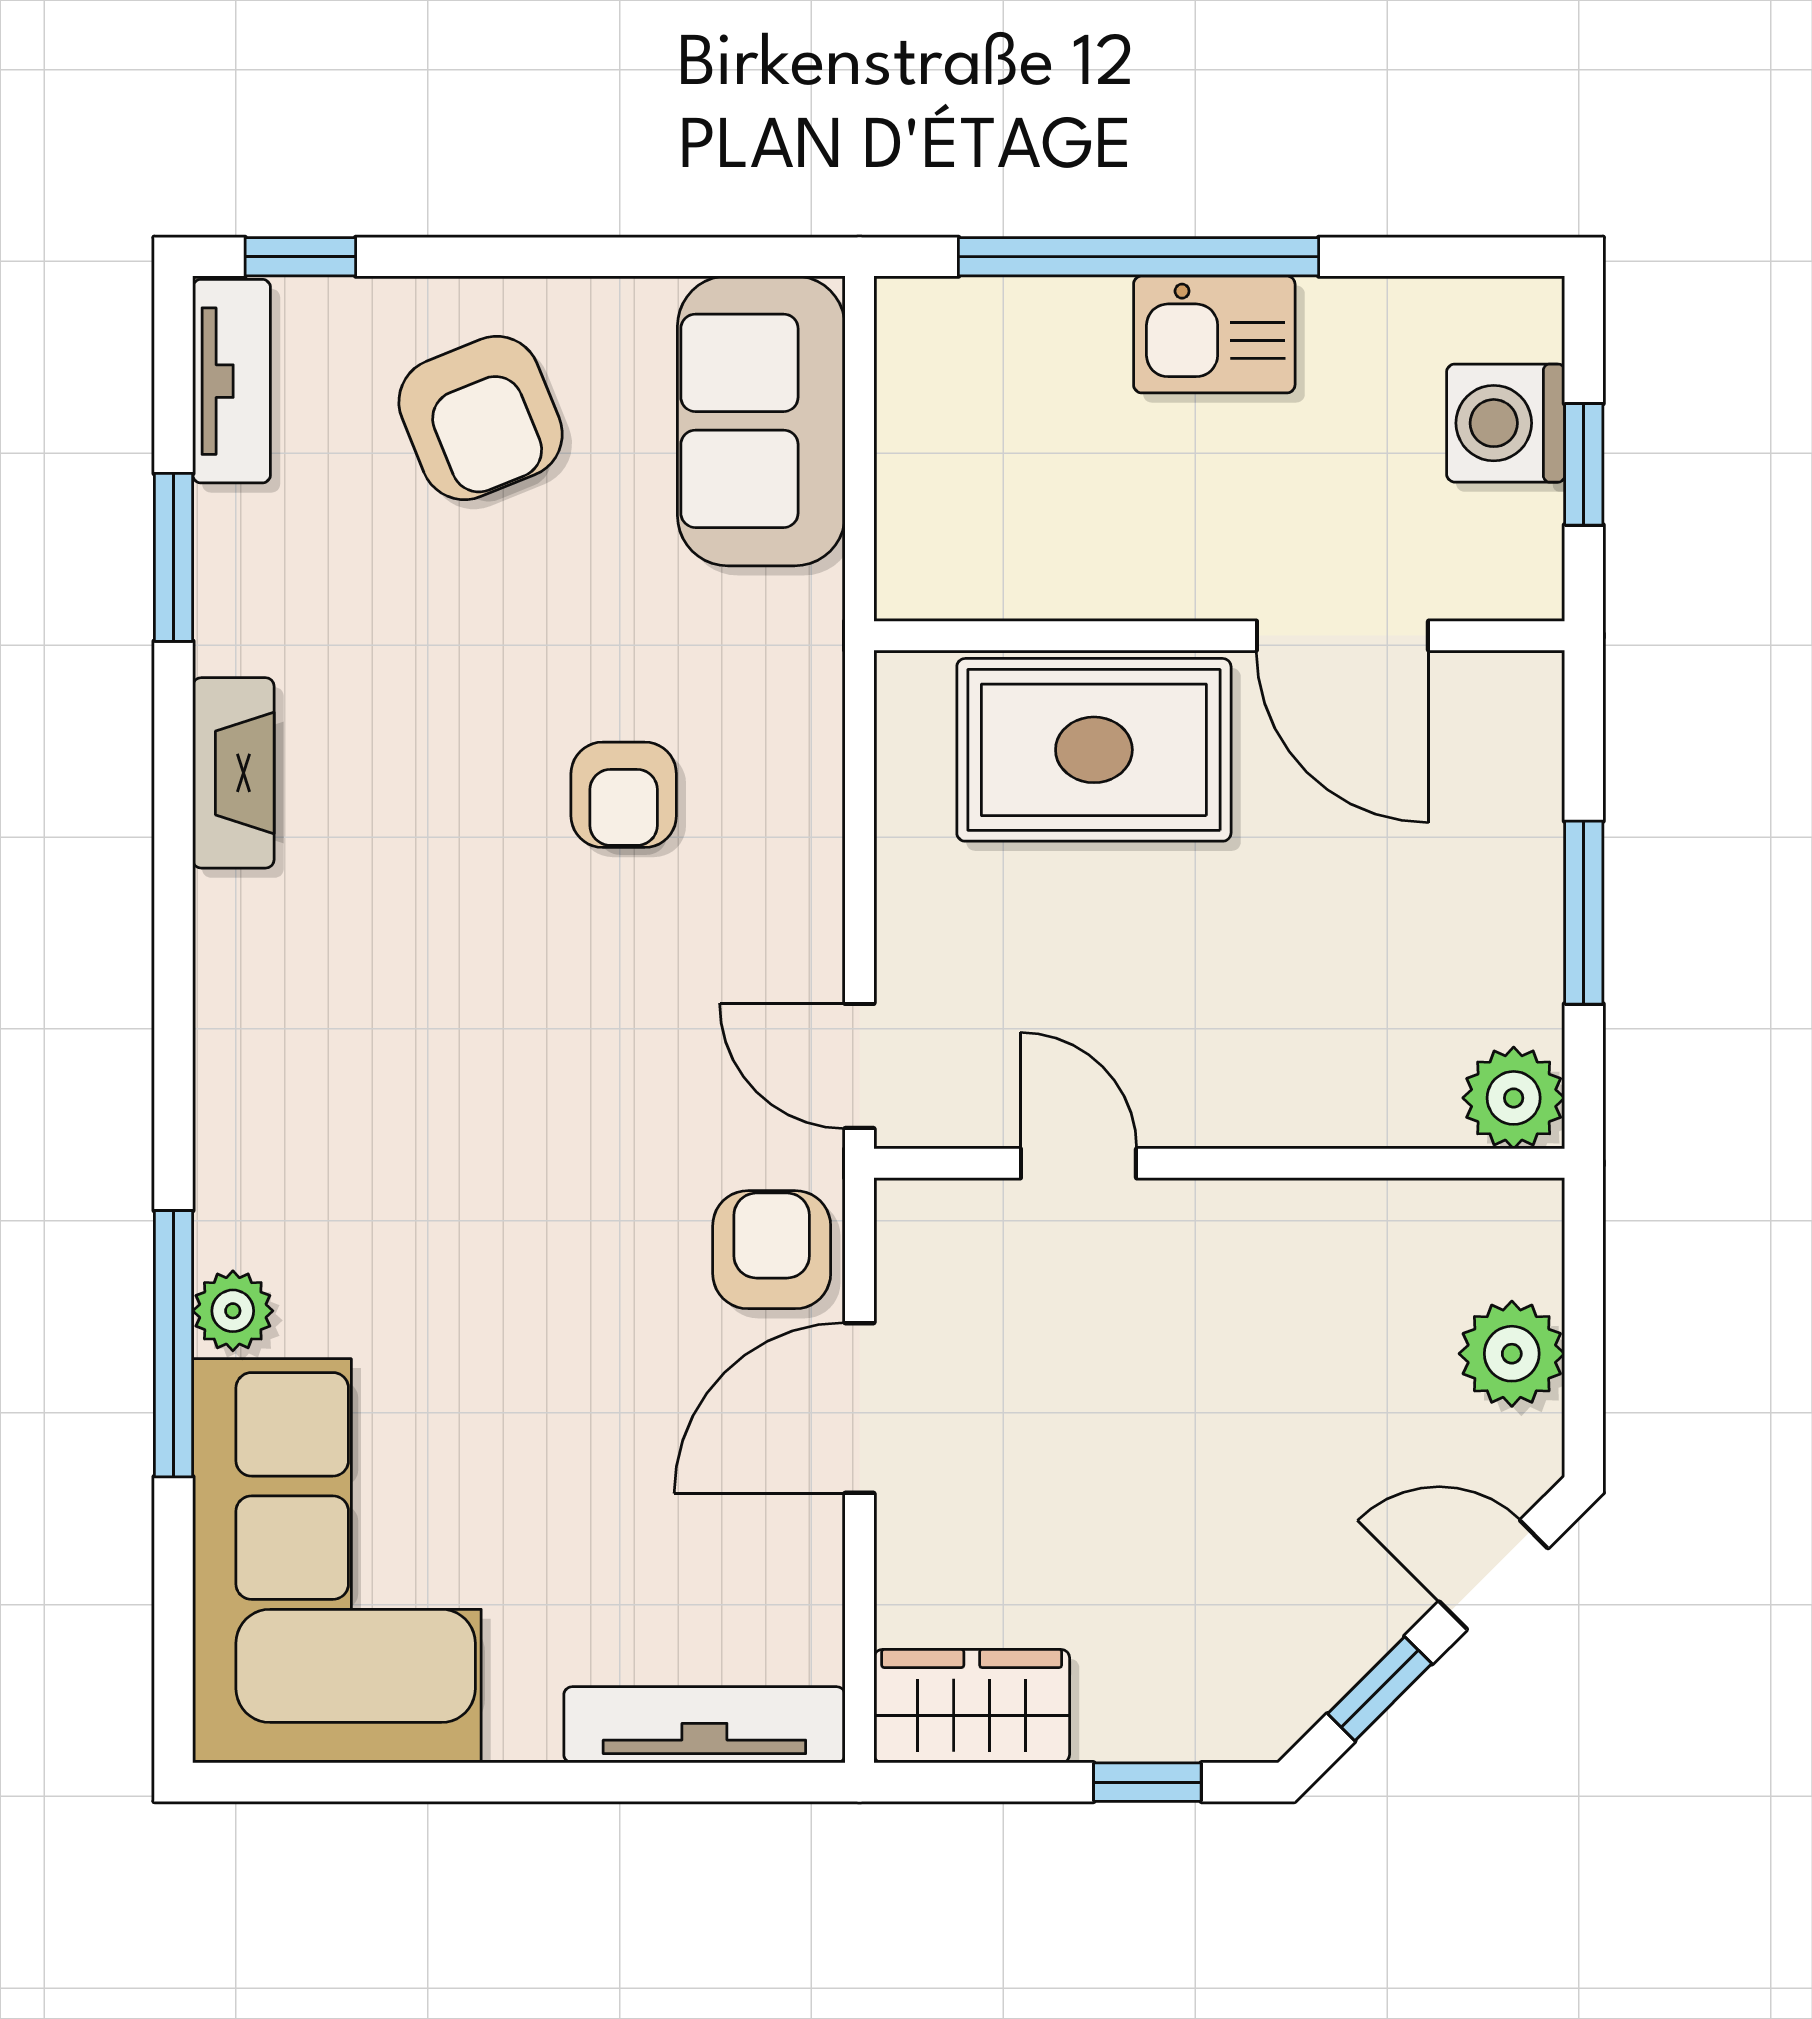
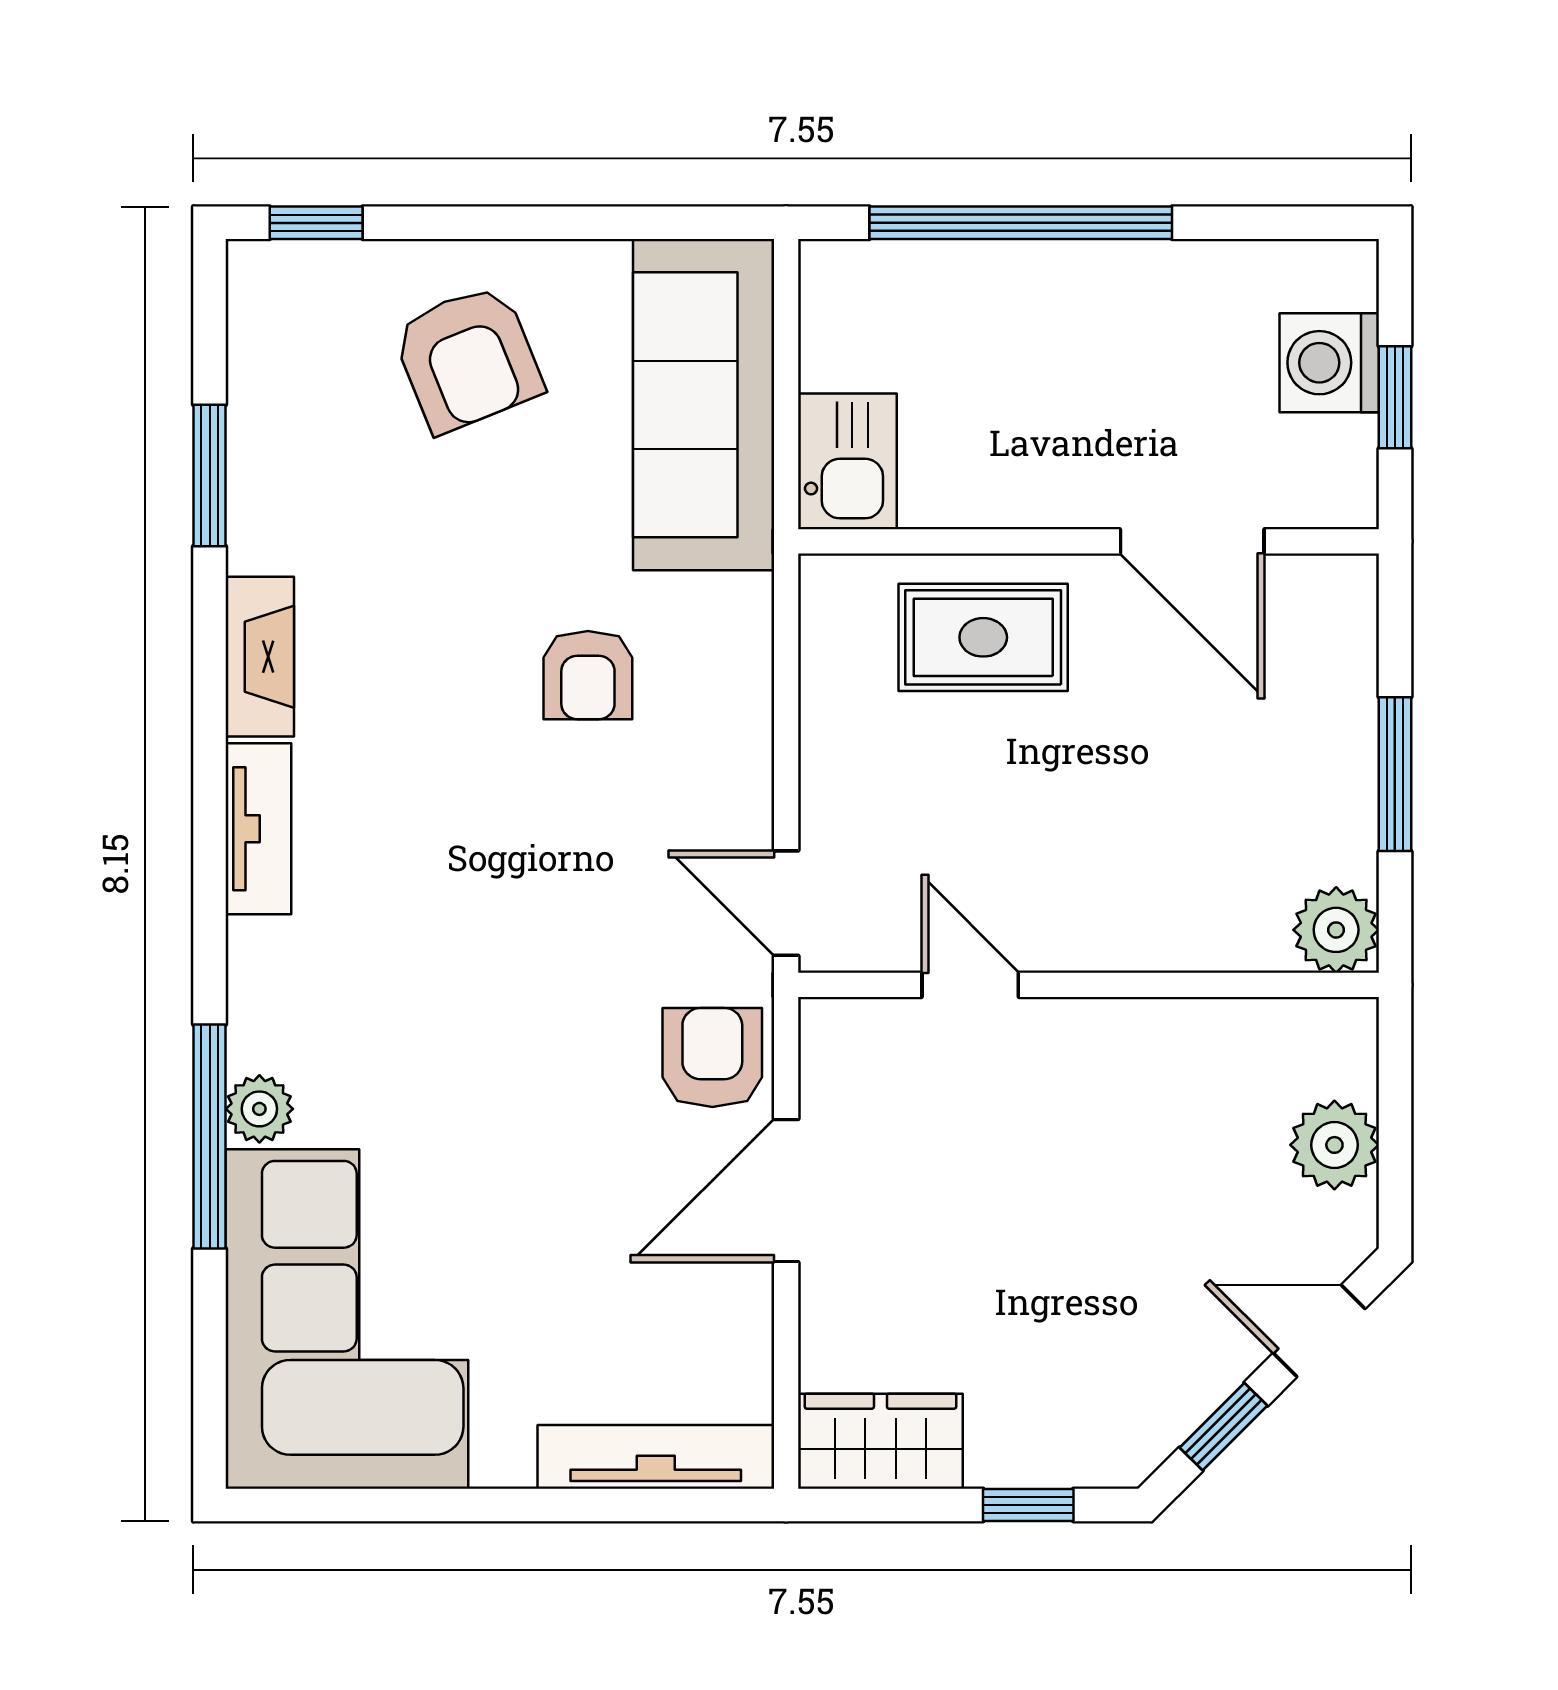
kitchen sink: (1214, 334) -> (847, 461), moved, turned -90
tv unit: (232, 381) -> (258, 829), moved
sofa: (761, 421) -> (704, 405), width x1.36
rug: (1094, 750) -> (983, 637), width x0.73, depth x0.70

